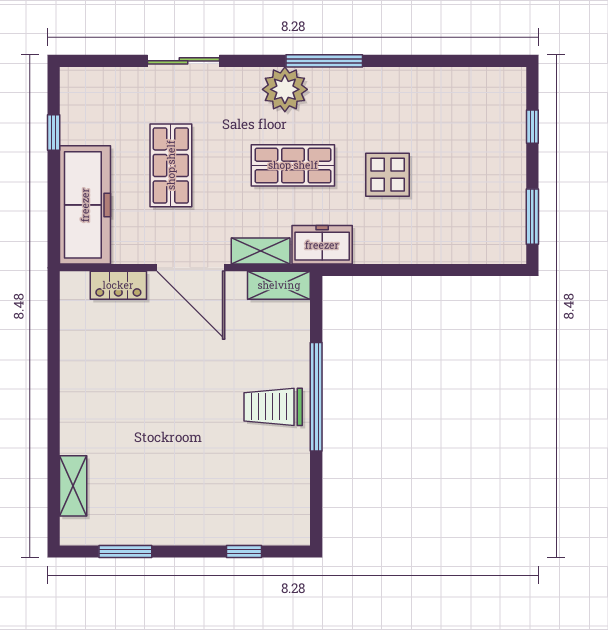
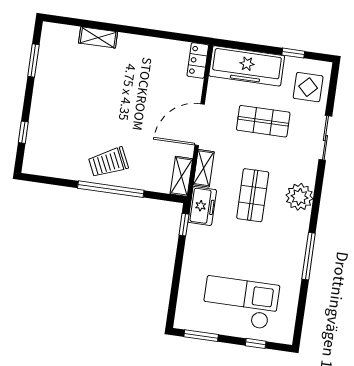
window: (324, 61) -> (309, 256), moved
checkout: (470, 160) -> (241, 303), added
display table: (388, 175) -> (308, 87), moved
window: (357, 270) -> (184, 225), added
locker: (118, 285) -> (198, 60), moved
trolley: (273, 407) -> (108, 162), turned -115
shelving: (73, 486) -> (98, 37), moved

